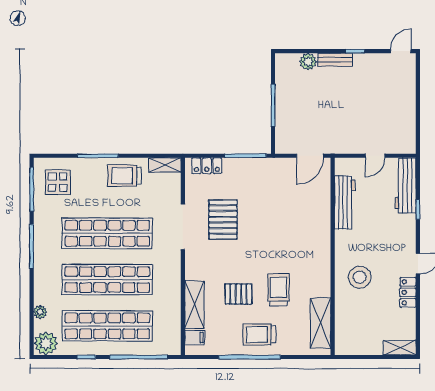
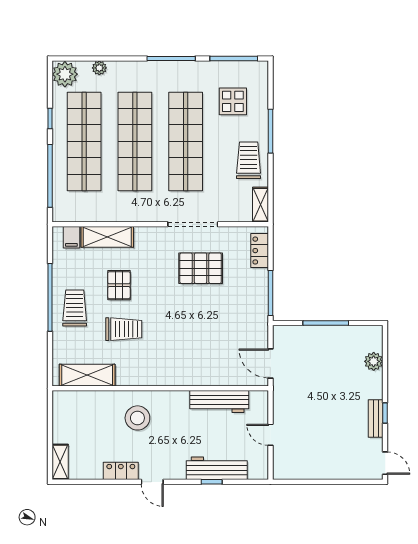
bench: (335, 60) -> (376, 419), moved
display table: (58, 182) -> (233, 101), moved
workbench: (406, 185) -> (217, 468), moved

